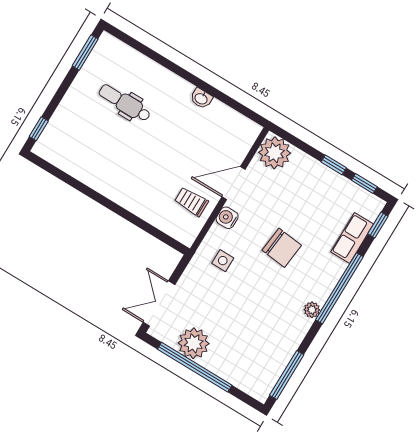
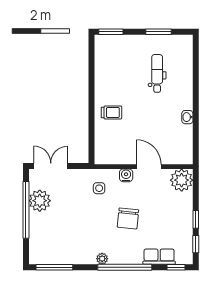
window: (85, 52) -> (158, 32), moved
window: (39, 129) -> (111, 32), width x1.50
trolley: (191, 202) -> (111, 112), moved, turned 90

